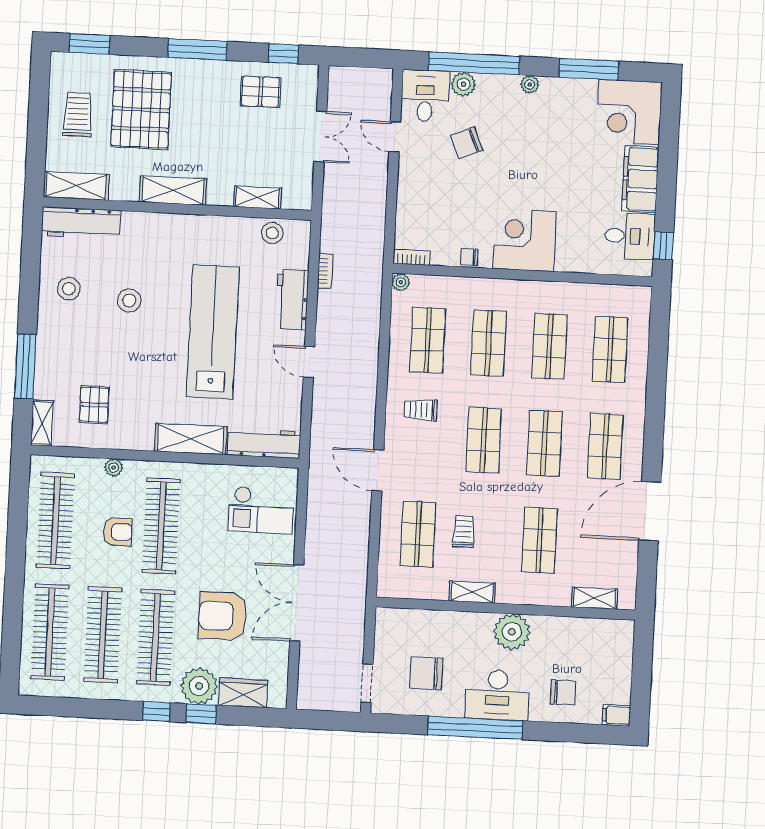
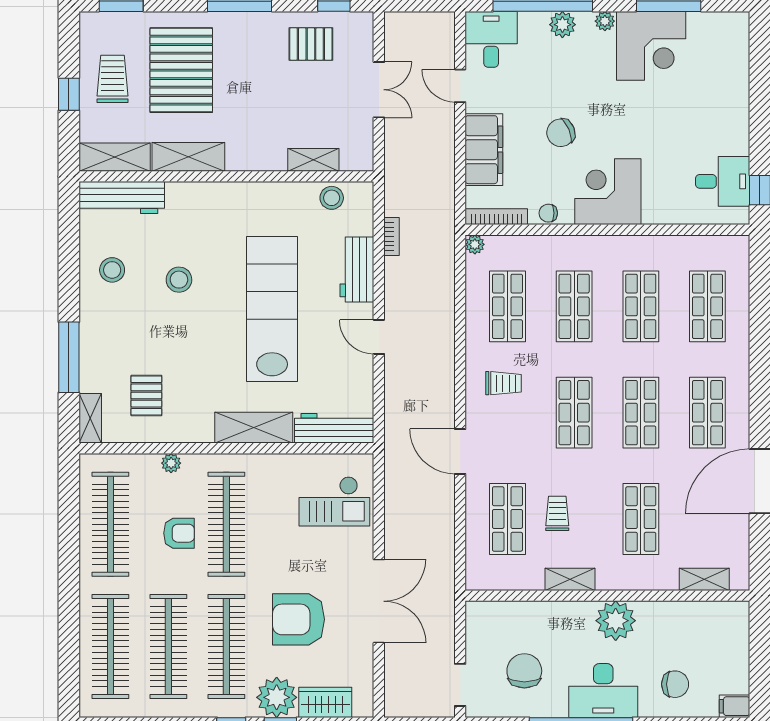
plant: (463, 84) -> (562, 25), moved
corner desk: (629, 112) -> (651, 46), moved, turned -90
window: (37, 126) -> (69, 94), added
chair: (467, 143) -> (561, 133), moved
filing cabinet: (640, 179) -> (484, 150), moved, turned 180
shelving: (173, 190) -> (188, 157), moved
bookcase: (411, 257) -> (496, 217), width x1.56
trolley: (421, 410) -> (504, 383), turned 180
double door: (297, 603) -> (379, 601), swing flipped
chair: (426, 673) -> (524, 671), turned 90

